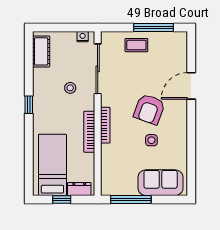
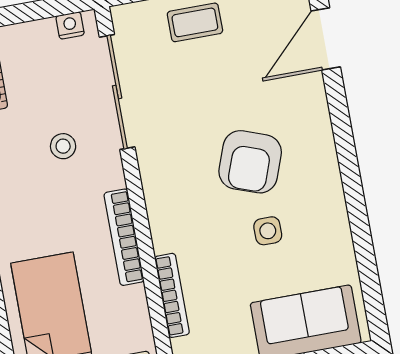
door: (191, 86) -> (326, 39), moved
bookcase: (105, 125) -> (172, 295), moved

